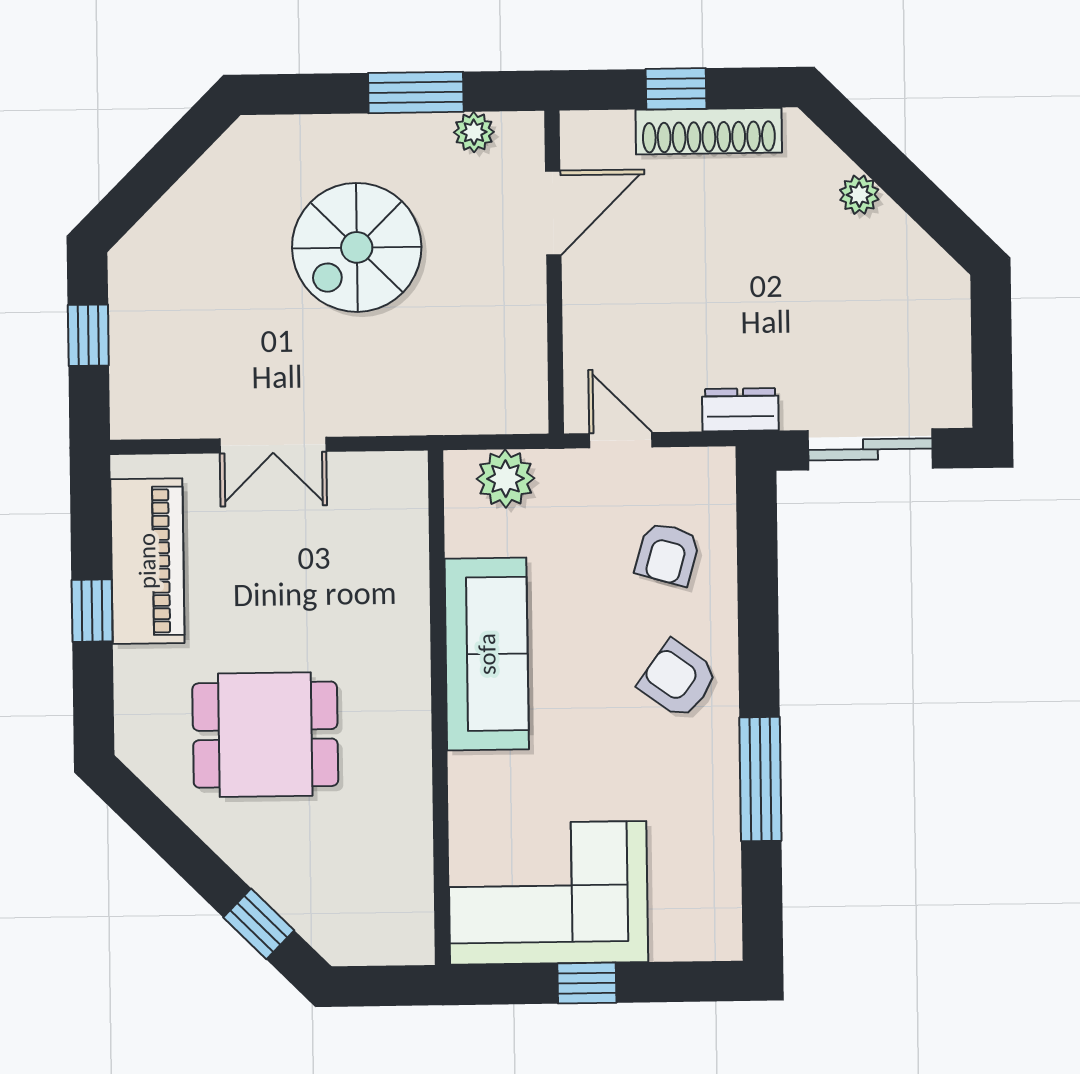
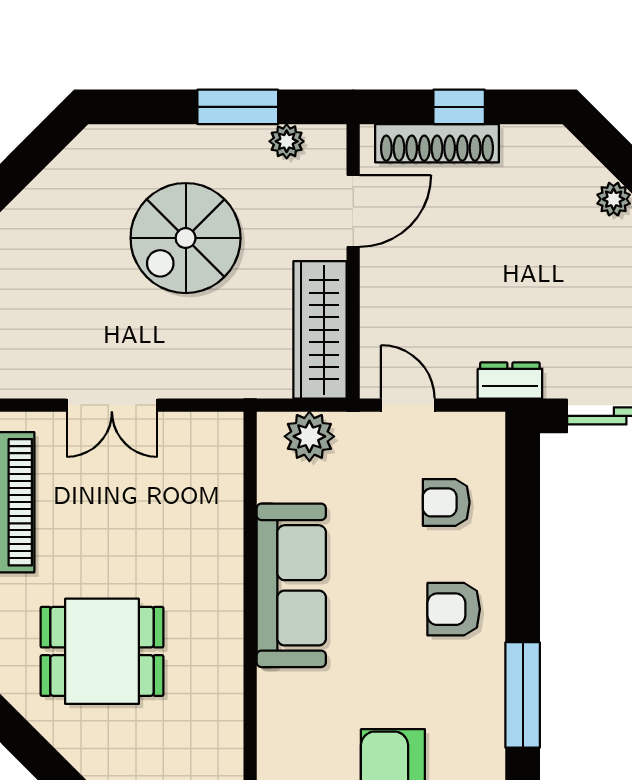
shoe rack: (709, 131) -> (437, 143), moved
wardrobe: (516, 353) -> (320, 330), added
armchair: (667, 554) -> (446, 502), turned 74
armchair: (678, 679) -> (454, 609), turned -36

